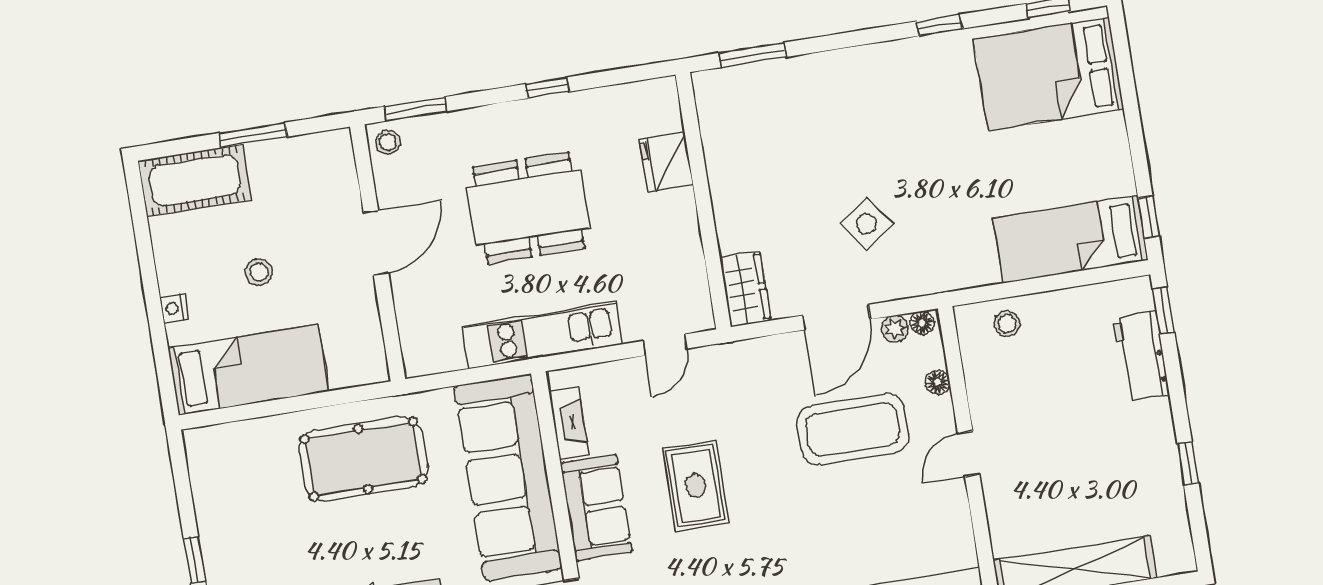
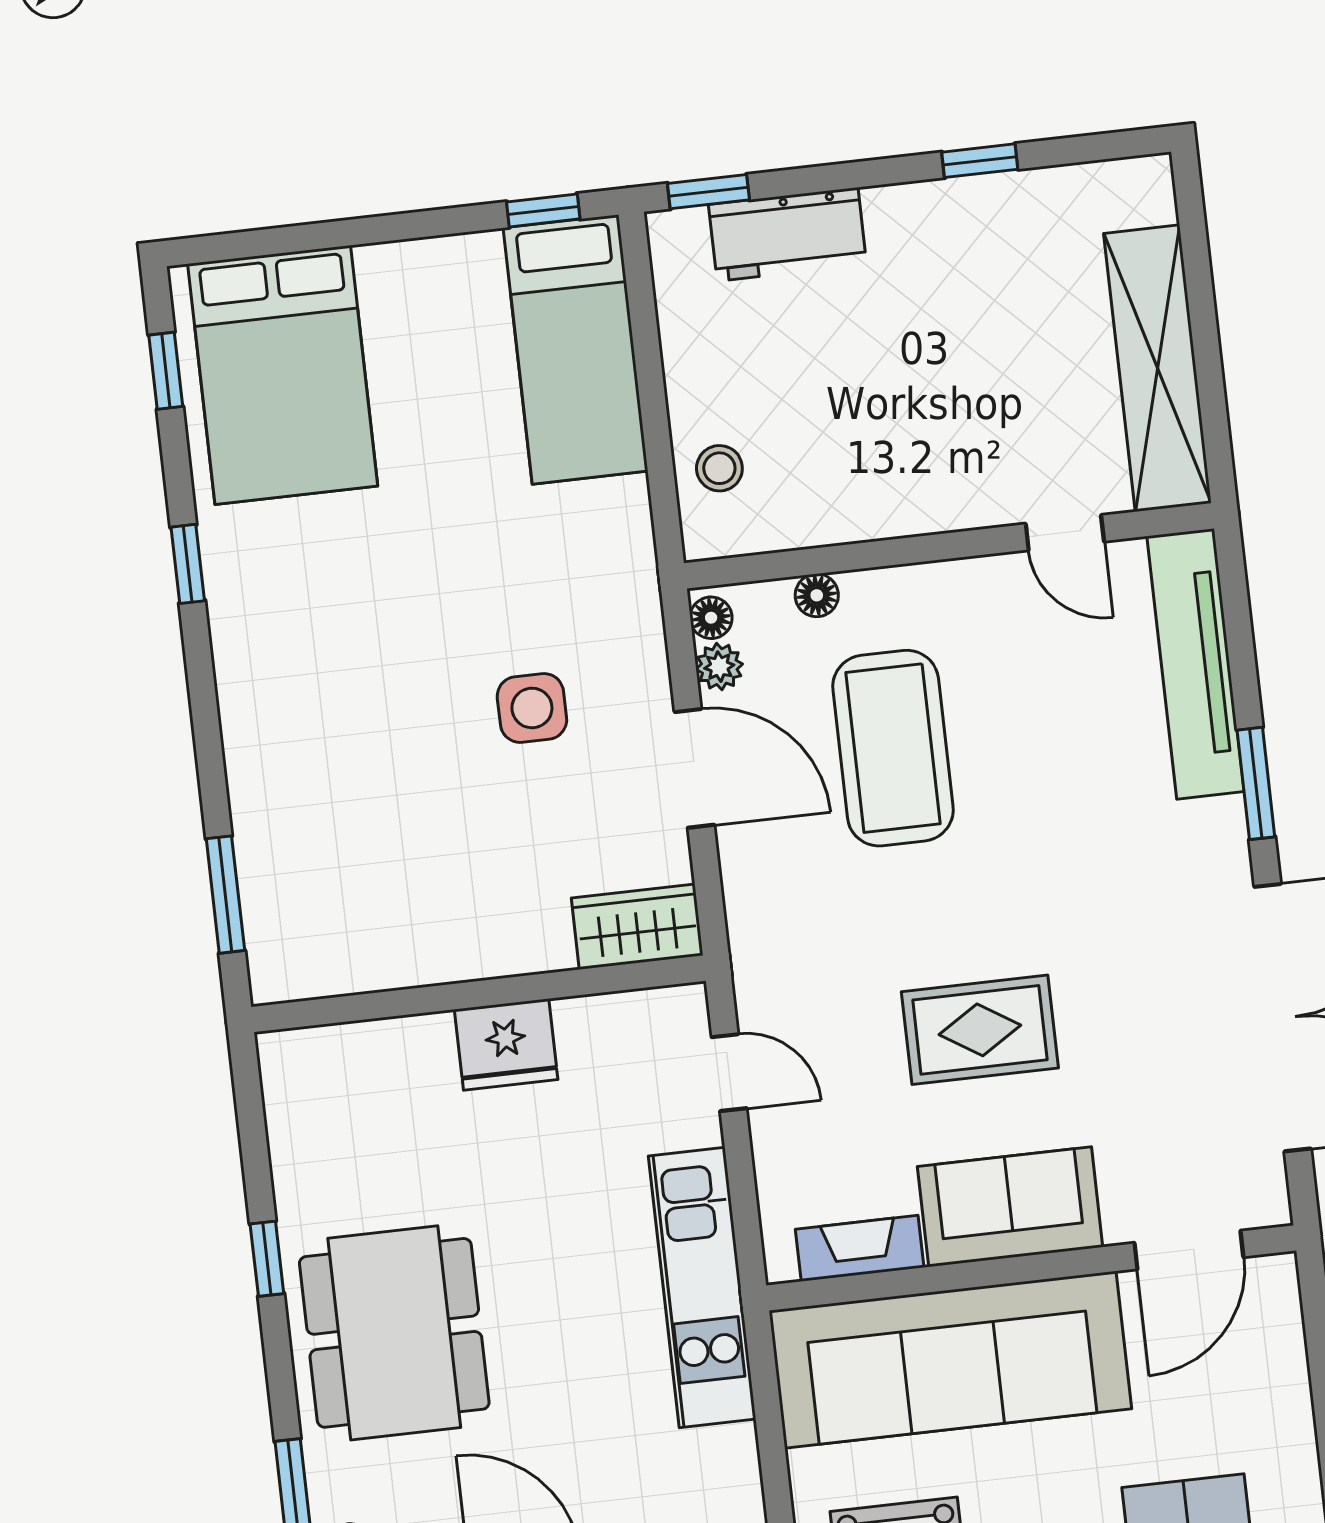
fridge: (666, 162) -> (506, 1044), moved
dining table: (528, 208) -> (394, 1333), moved
side table: (866, 224) -> (532, 708), turned 36
door: (969, 454) -> (1065, 533), moved

